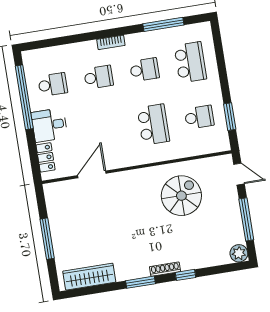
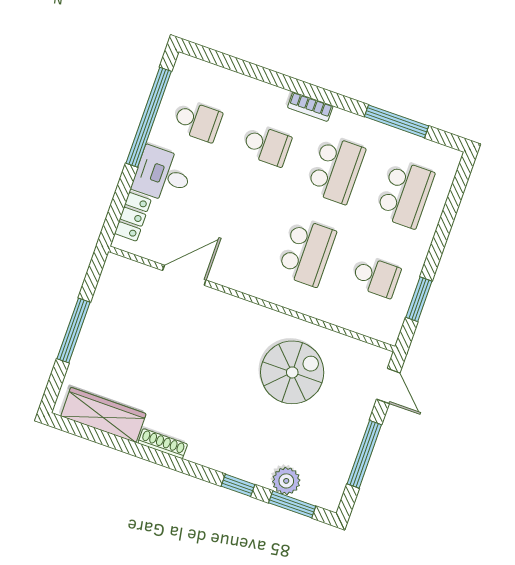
school desk: (144, 70) -> (336, 170), width x1.85
plant: (239, 253) -> (286, 481), moved
shoe rack: (165, 269) -> (163, 444), moved
window: (140, 282) -> (292, 504), moved

